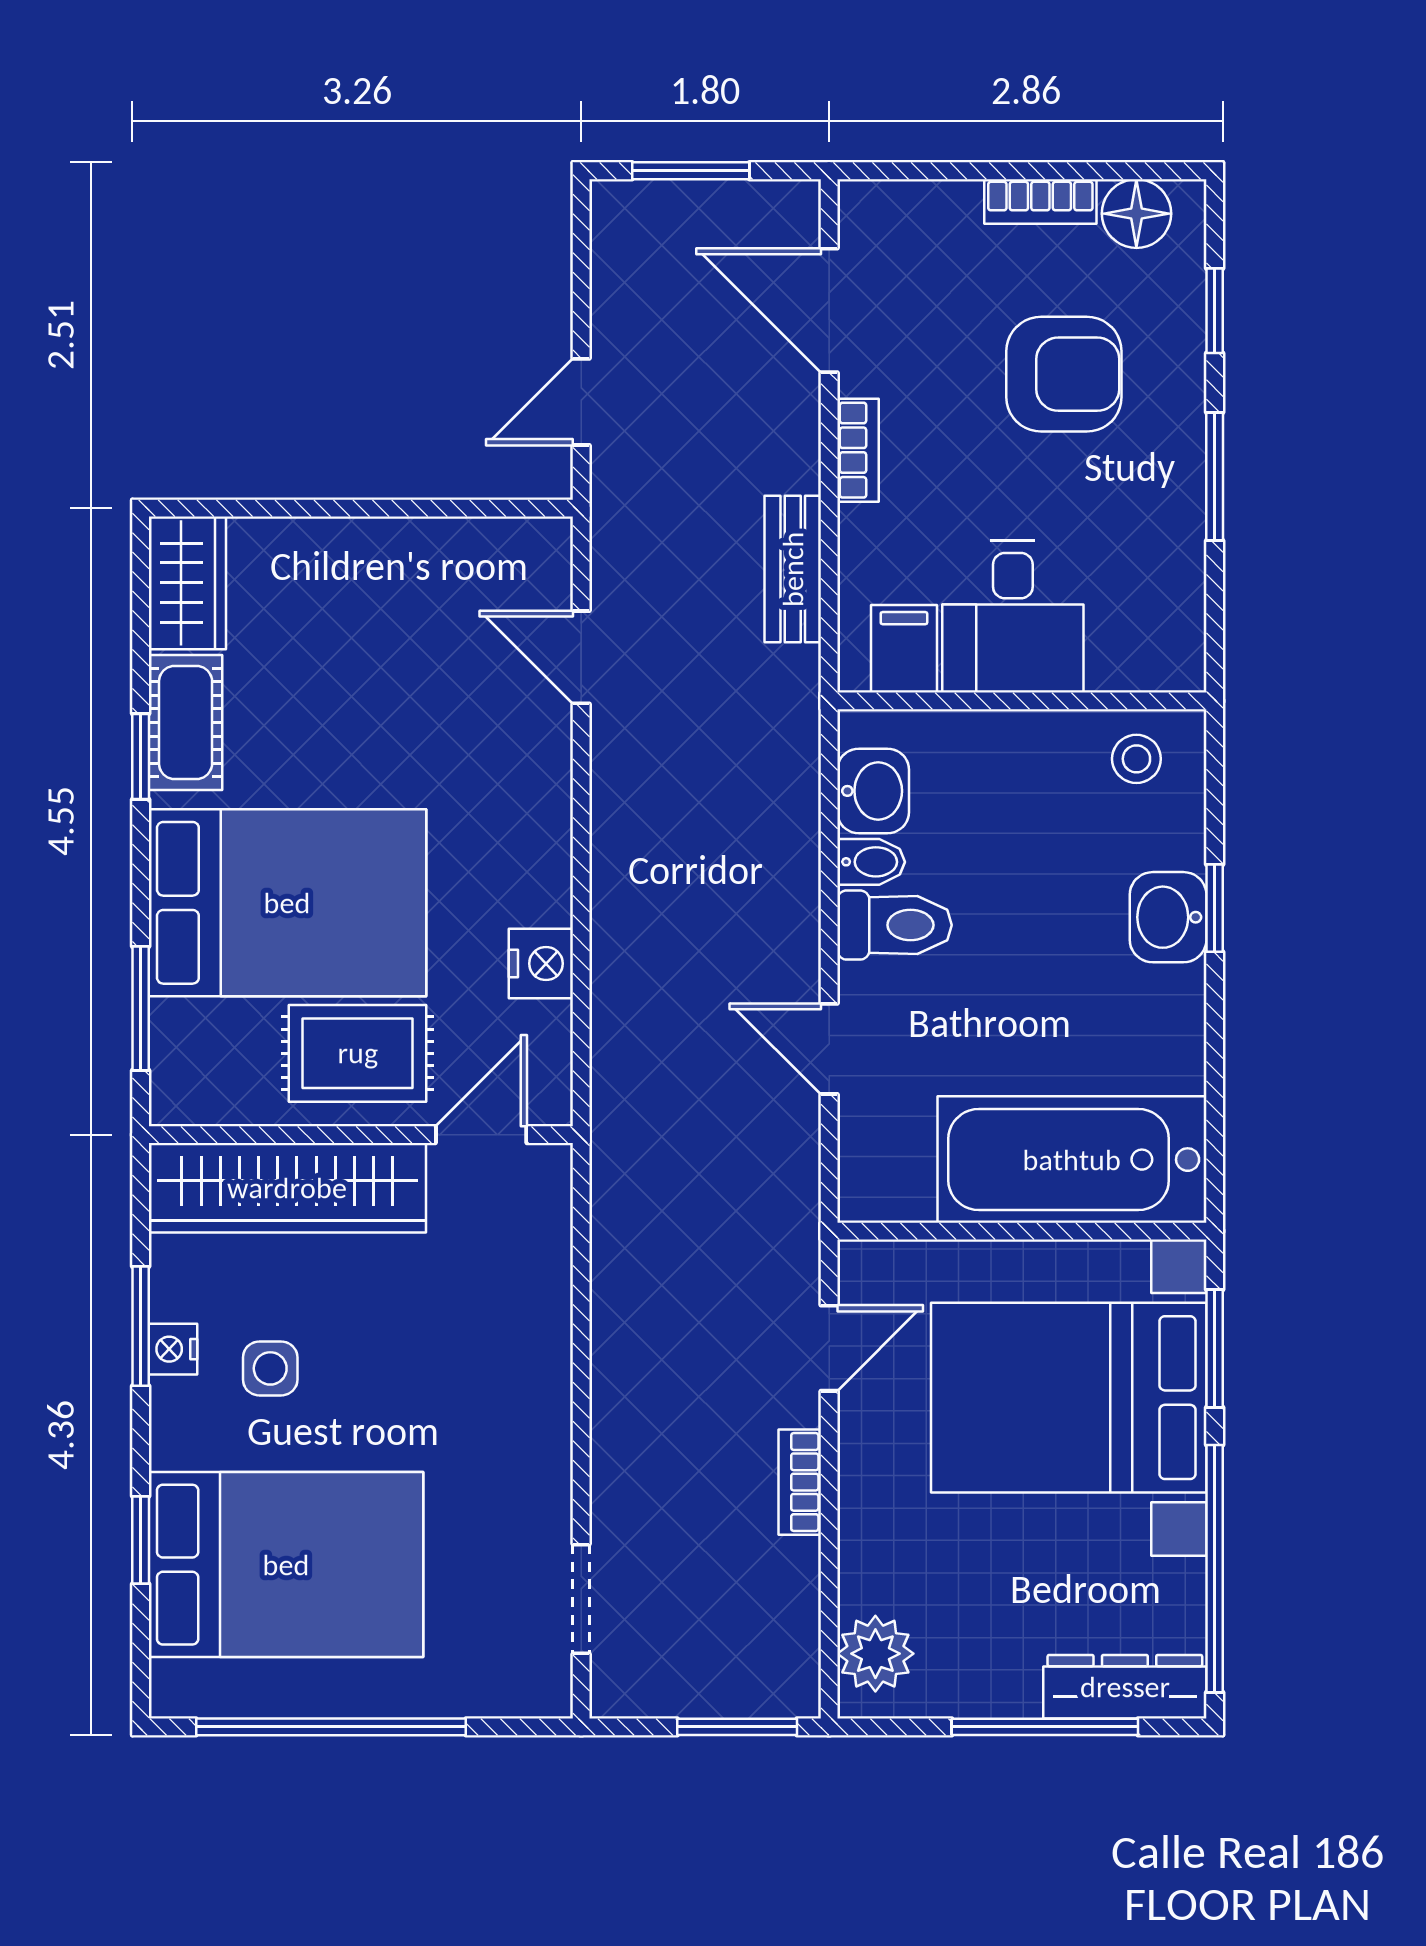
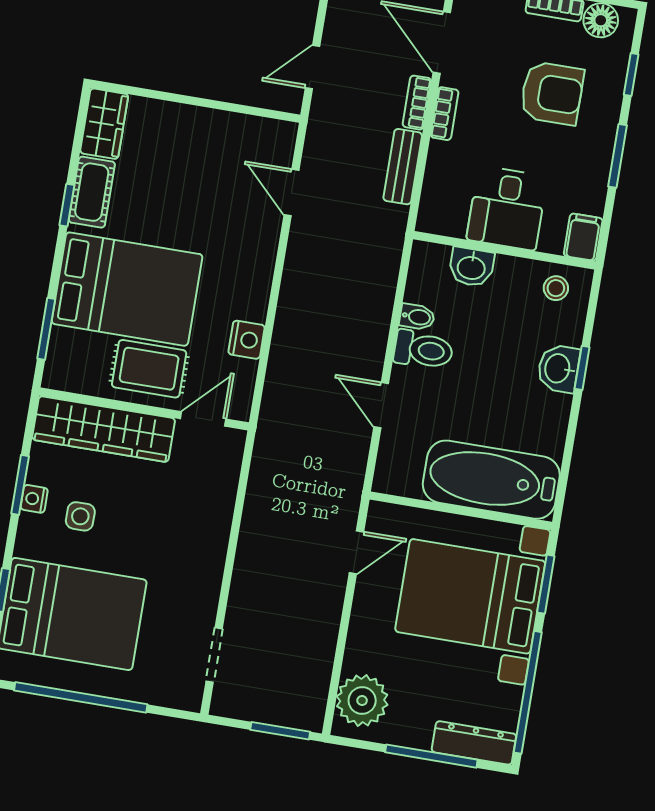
filing cabinet: (904, 649) -> (583, 237), moved
washbasin: (873, 791) -> (471, 267), moved, turned 90
bookcase: (800, 1482) -> (417, 103), moved
plant: (875, 1654) -> (362, 700), width x1.36, depth x1.36

